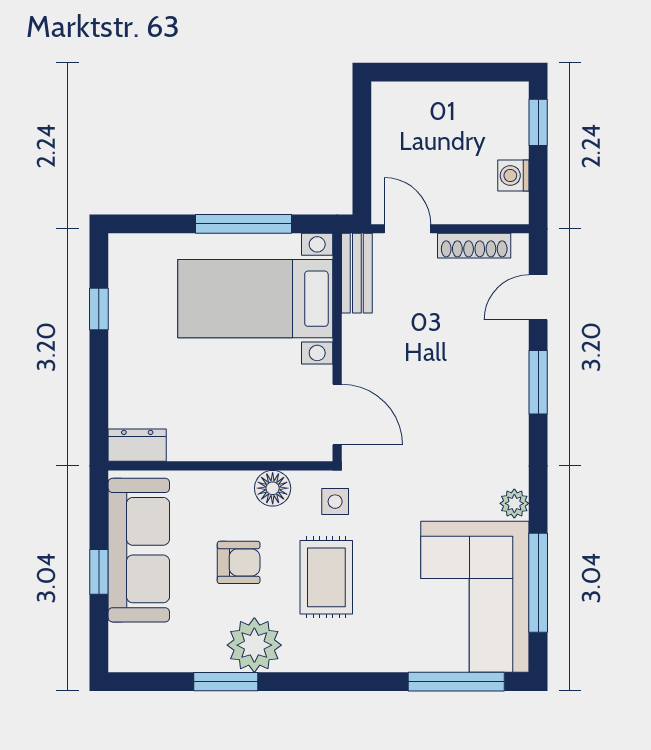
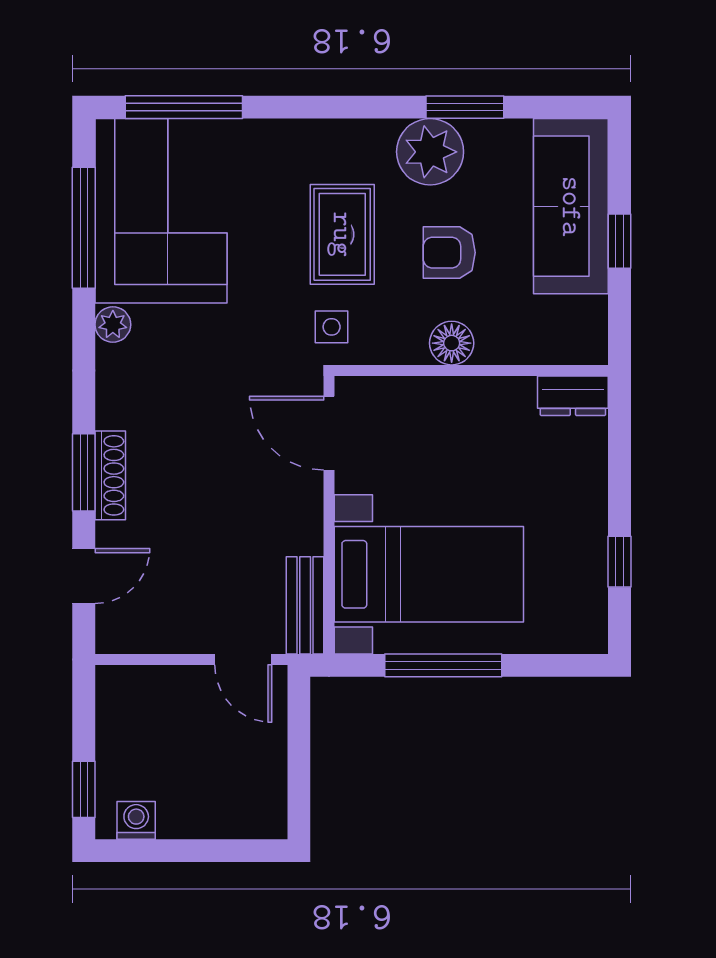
washing machine: (513, 176) -> (136, 820), moved, turned -90
shoe rack: (474, 246) -> (110, 475), moved, turned 90
floor lamp: (273, 488) -> (452, 343), moved
sofa: (139, 550) -> (571, 206), moved

